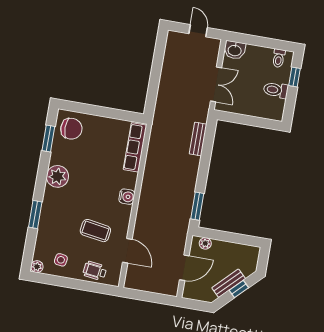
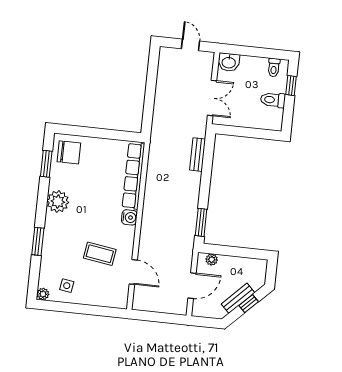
row of seats: (135, 147) -> (133, 176), width x1.36
wheelchair: (95, 271) -> (102, 294), removed

